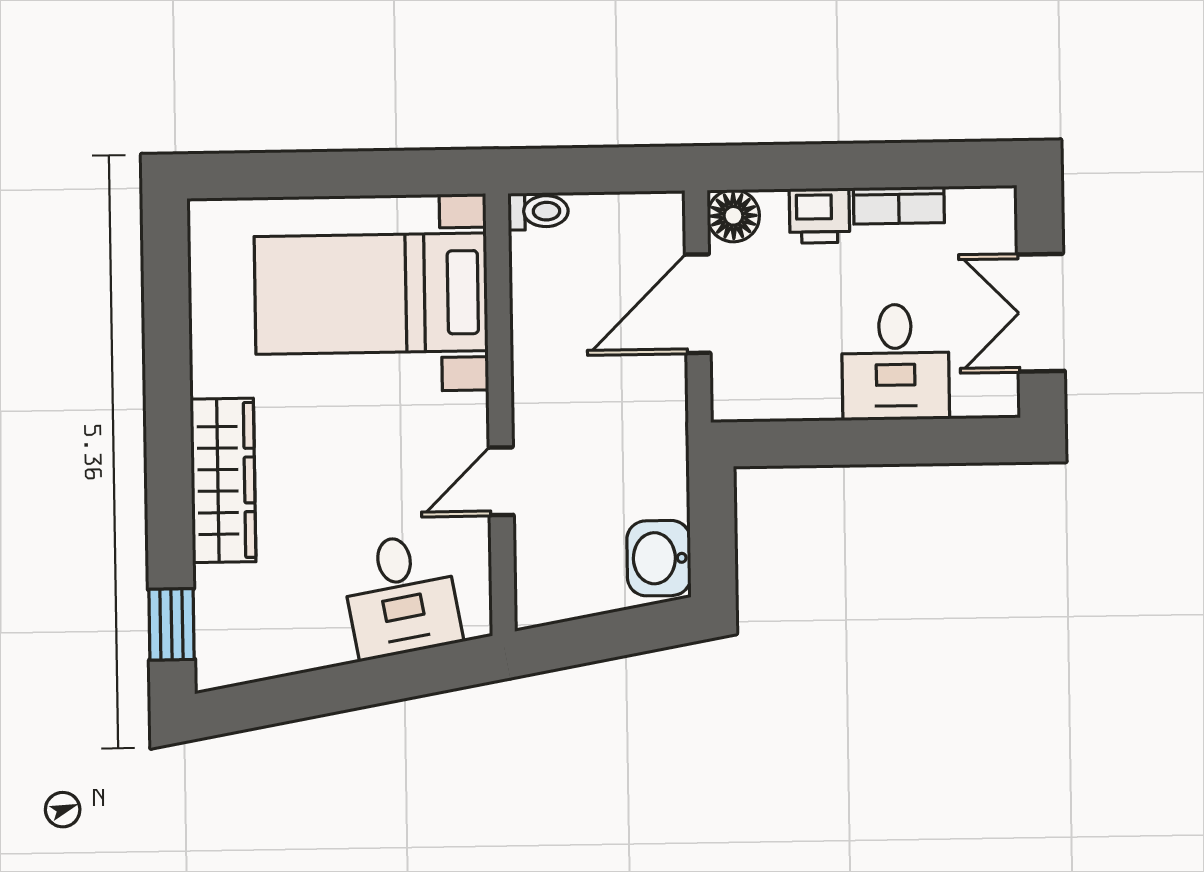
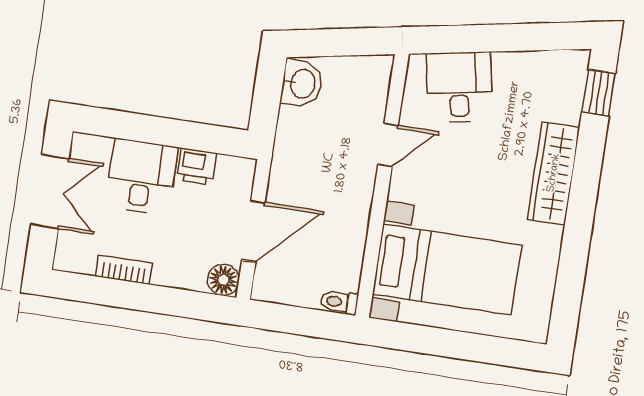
printer: (819, 216) -> (197, 166), moved, turned 180

